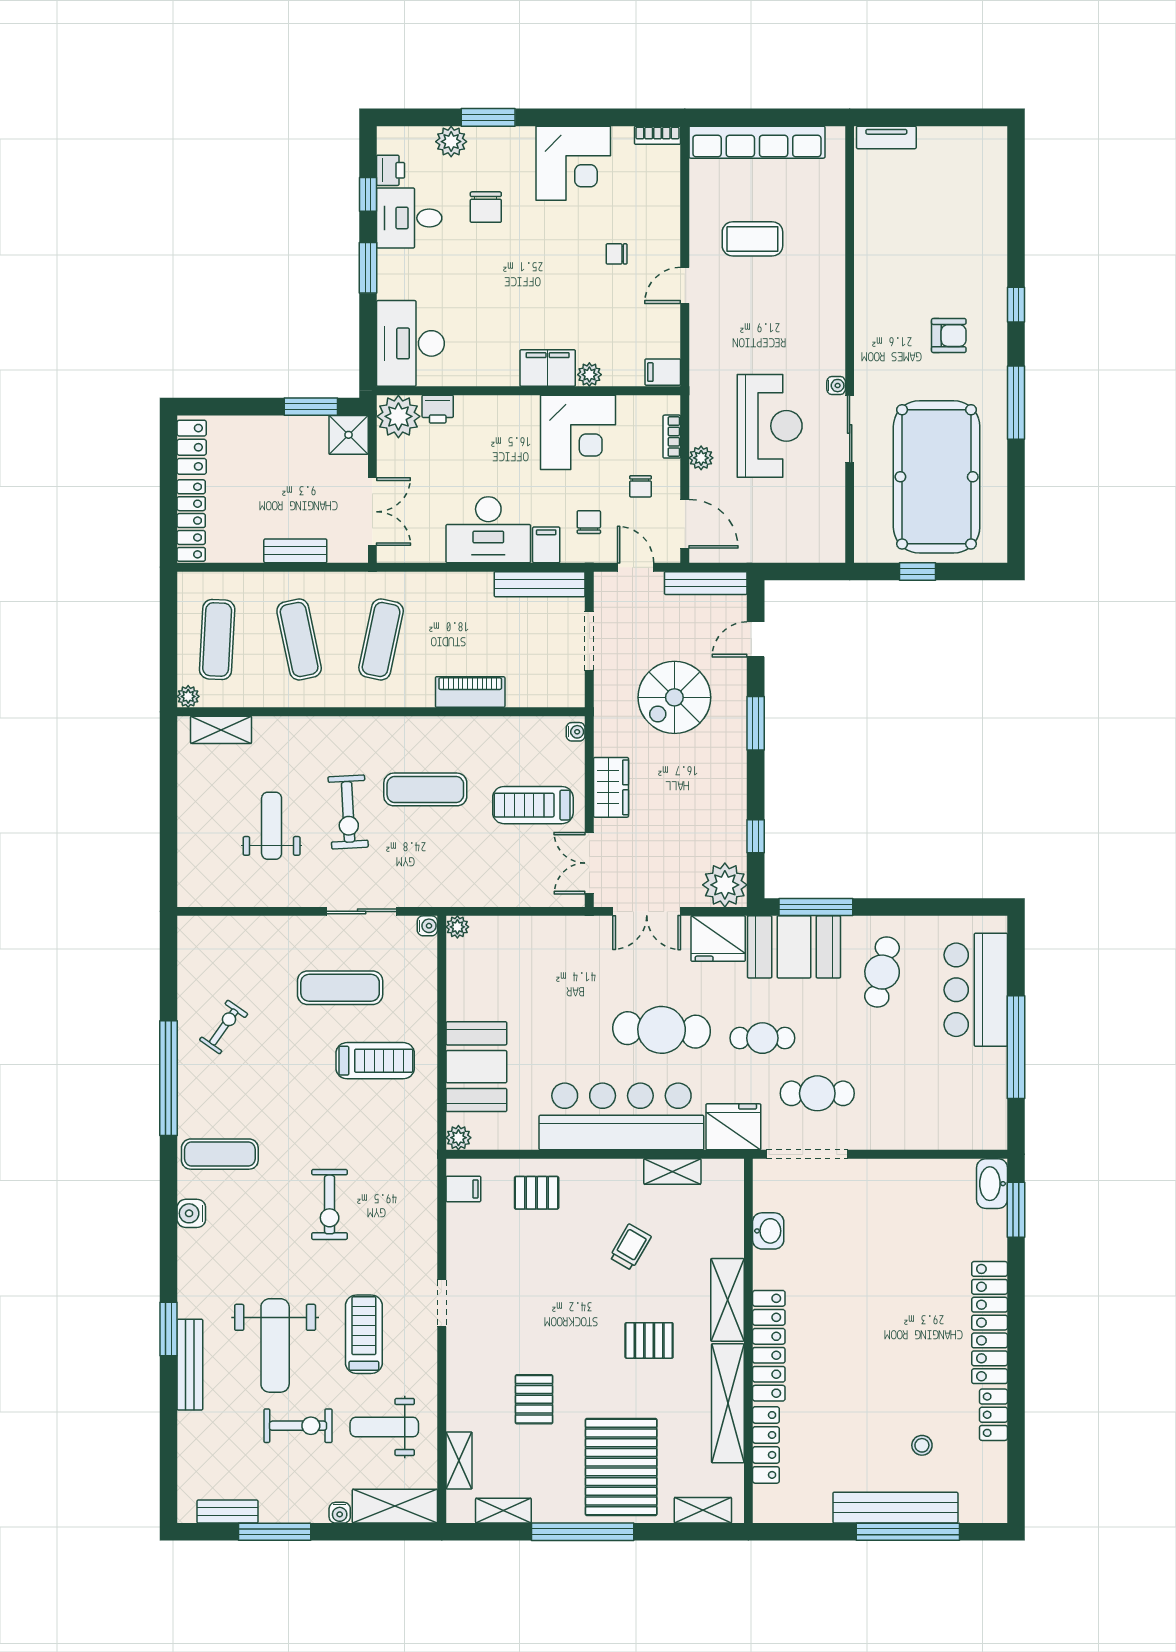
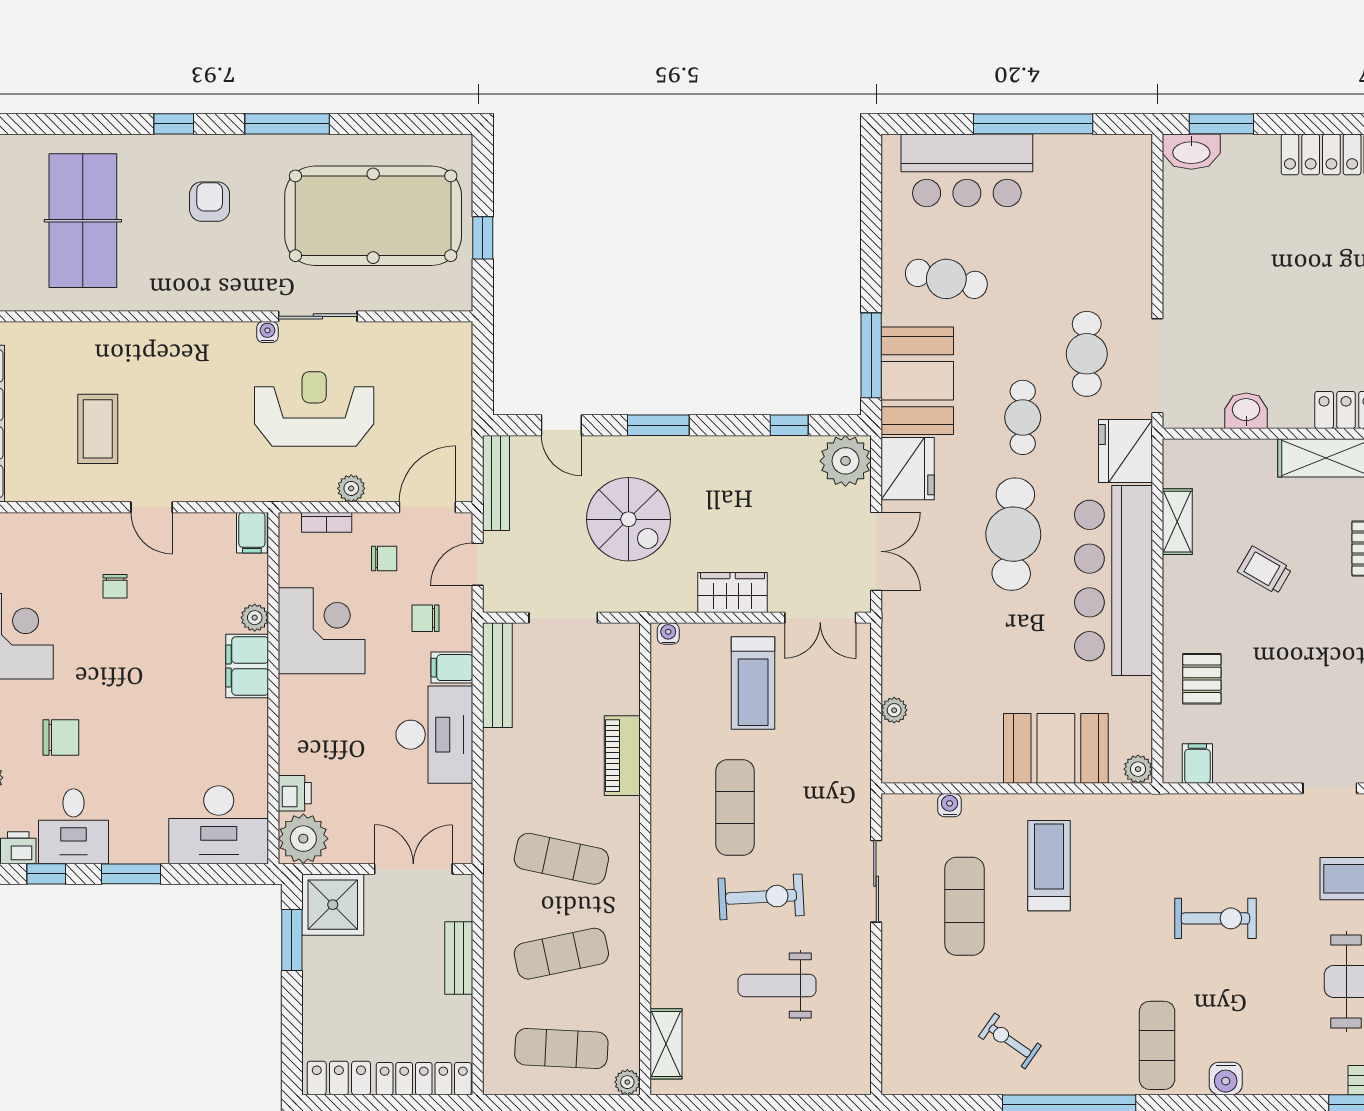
table tennis table: (932, 226) -> (83, 221), added
shower: (349, 435) -> (333, 905), width x1.36, depth x1.36
water cooler: (427, 926) -> (950, 805), moved
plant: (457, 927) -> (894, 710), moved

